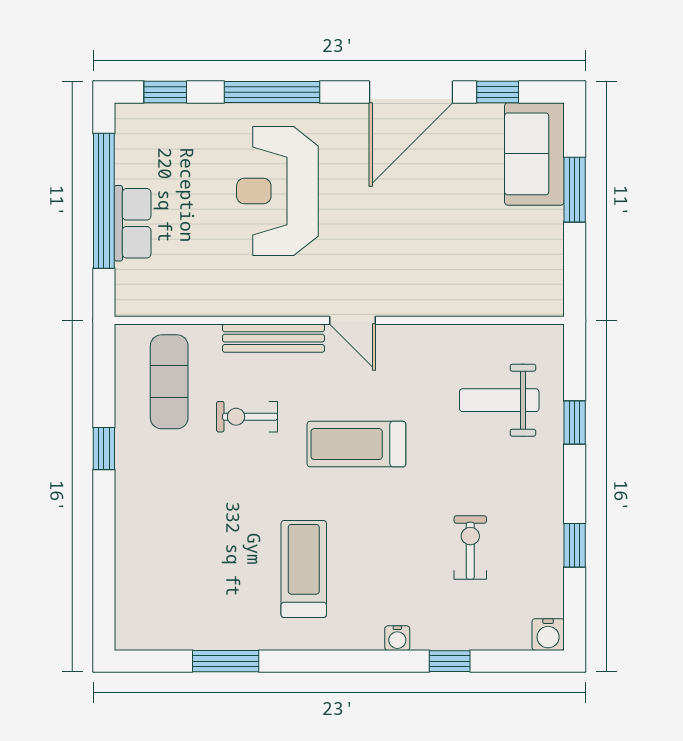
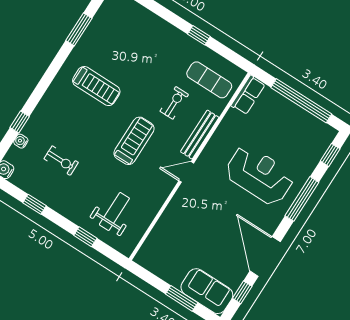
row of seats: (133, 223) -> (248, 95), moved, turned -90
water cooler: (397, 638) -> (21, 141), moved

